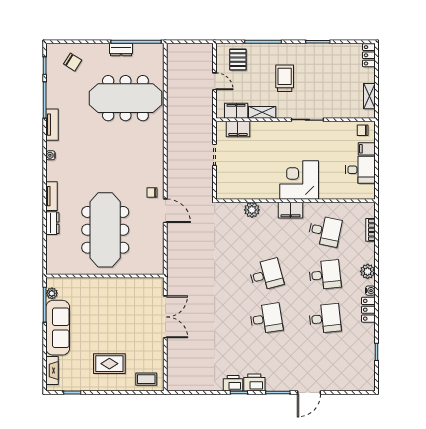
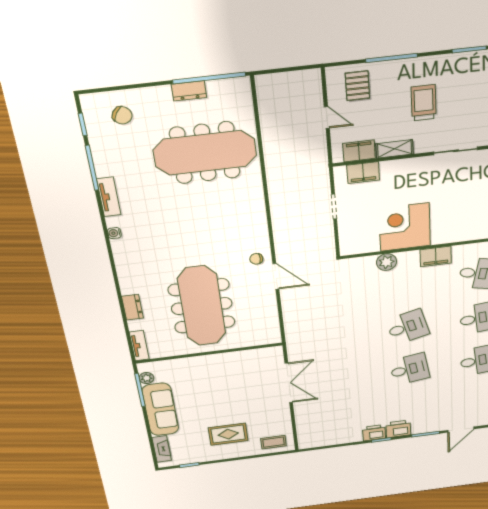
corner desk: (299, 180) -> (405, 227), moved
tv unit: (52, 196) -> (139, 346), moved

